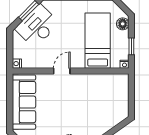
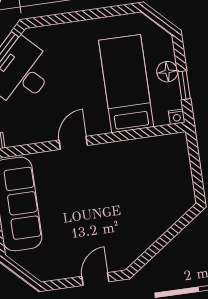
floor lamp: (123, 24) -> (167, 72), moved

